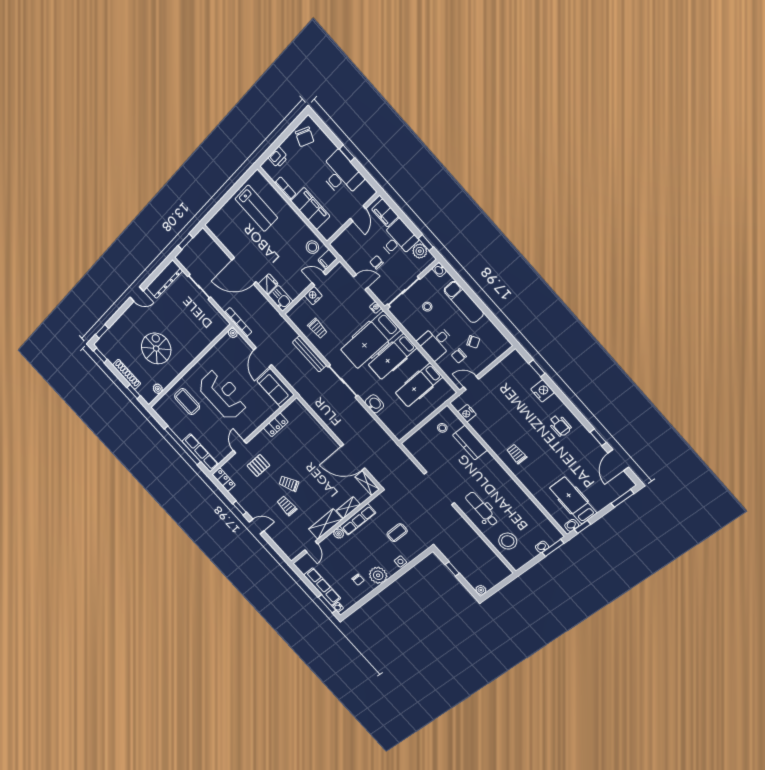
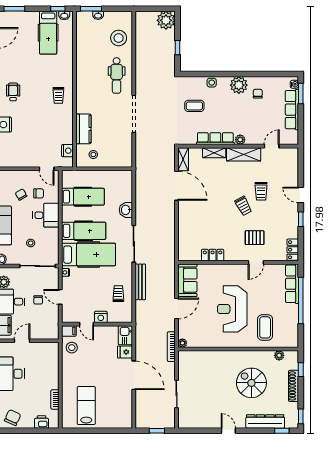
filing cabinet: (310, 209) -> (50, 372), removed
dresser: (164, 279) -> (265, 421), moved
spiral stairs: (156, 349) -> (251, 383), turned 90
plant: (481, 590) -> (166, 20), width x1.87, depth x1.87

